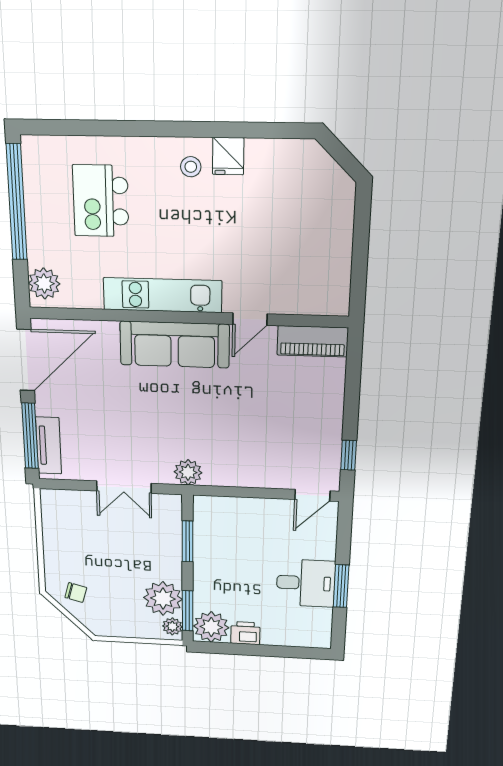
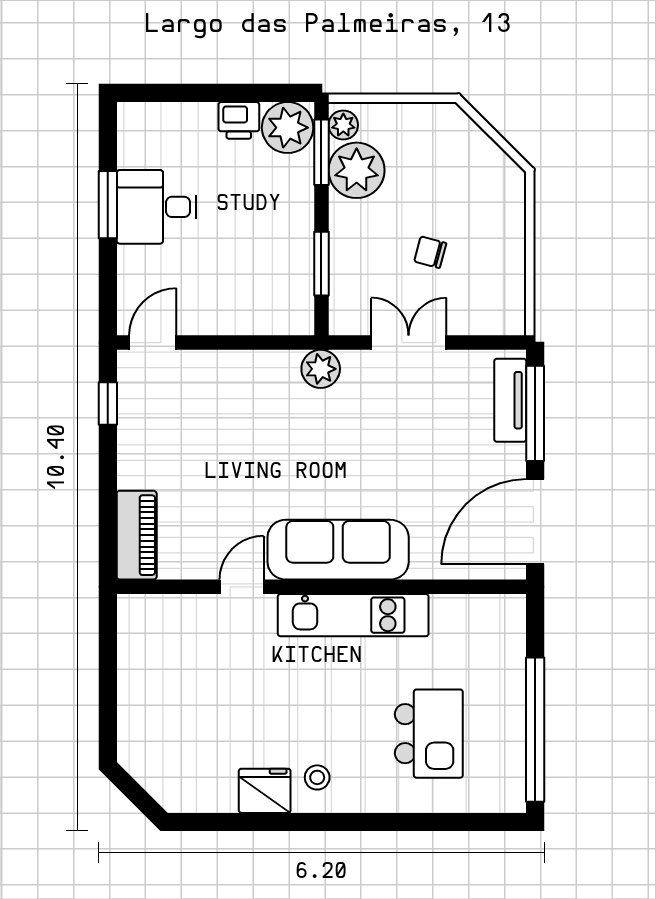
fridge: (228, 156) -> (265, 791), width x1.38
plant: (44, 283) -> (505, 626), removed
piano: (313, 341) -> (137, 535), moved, turned 90
chair: (76, 592) -> (430, 252), moved

